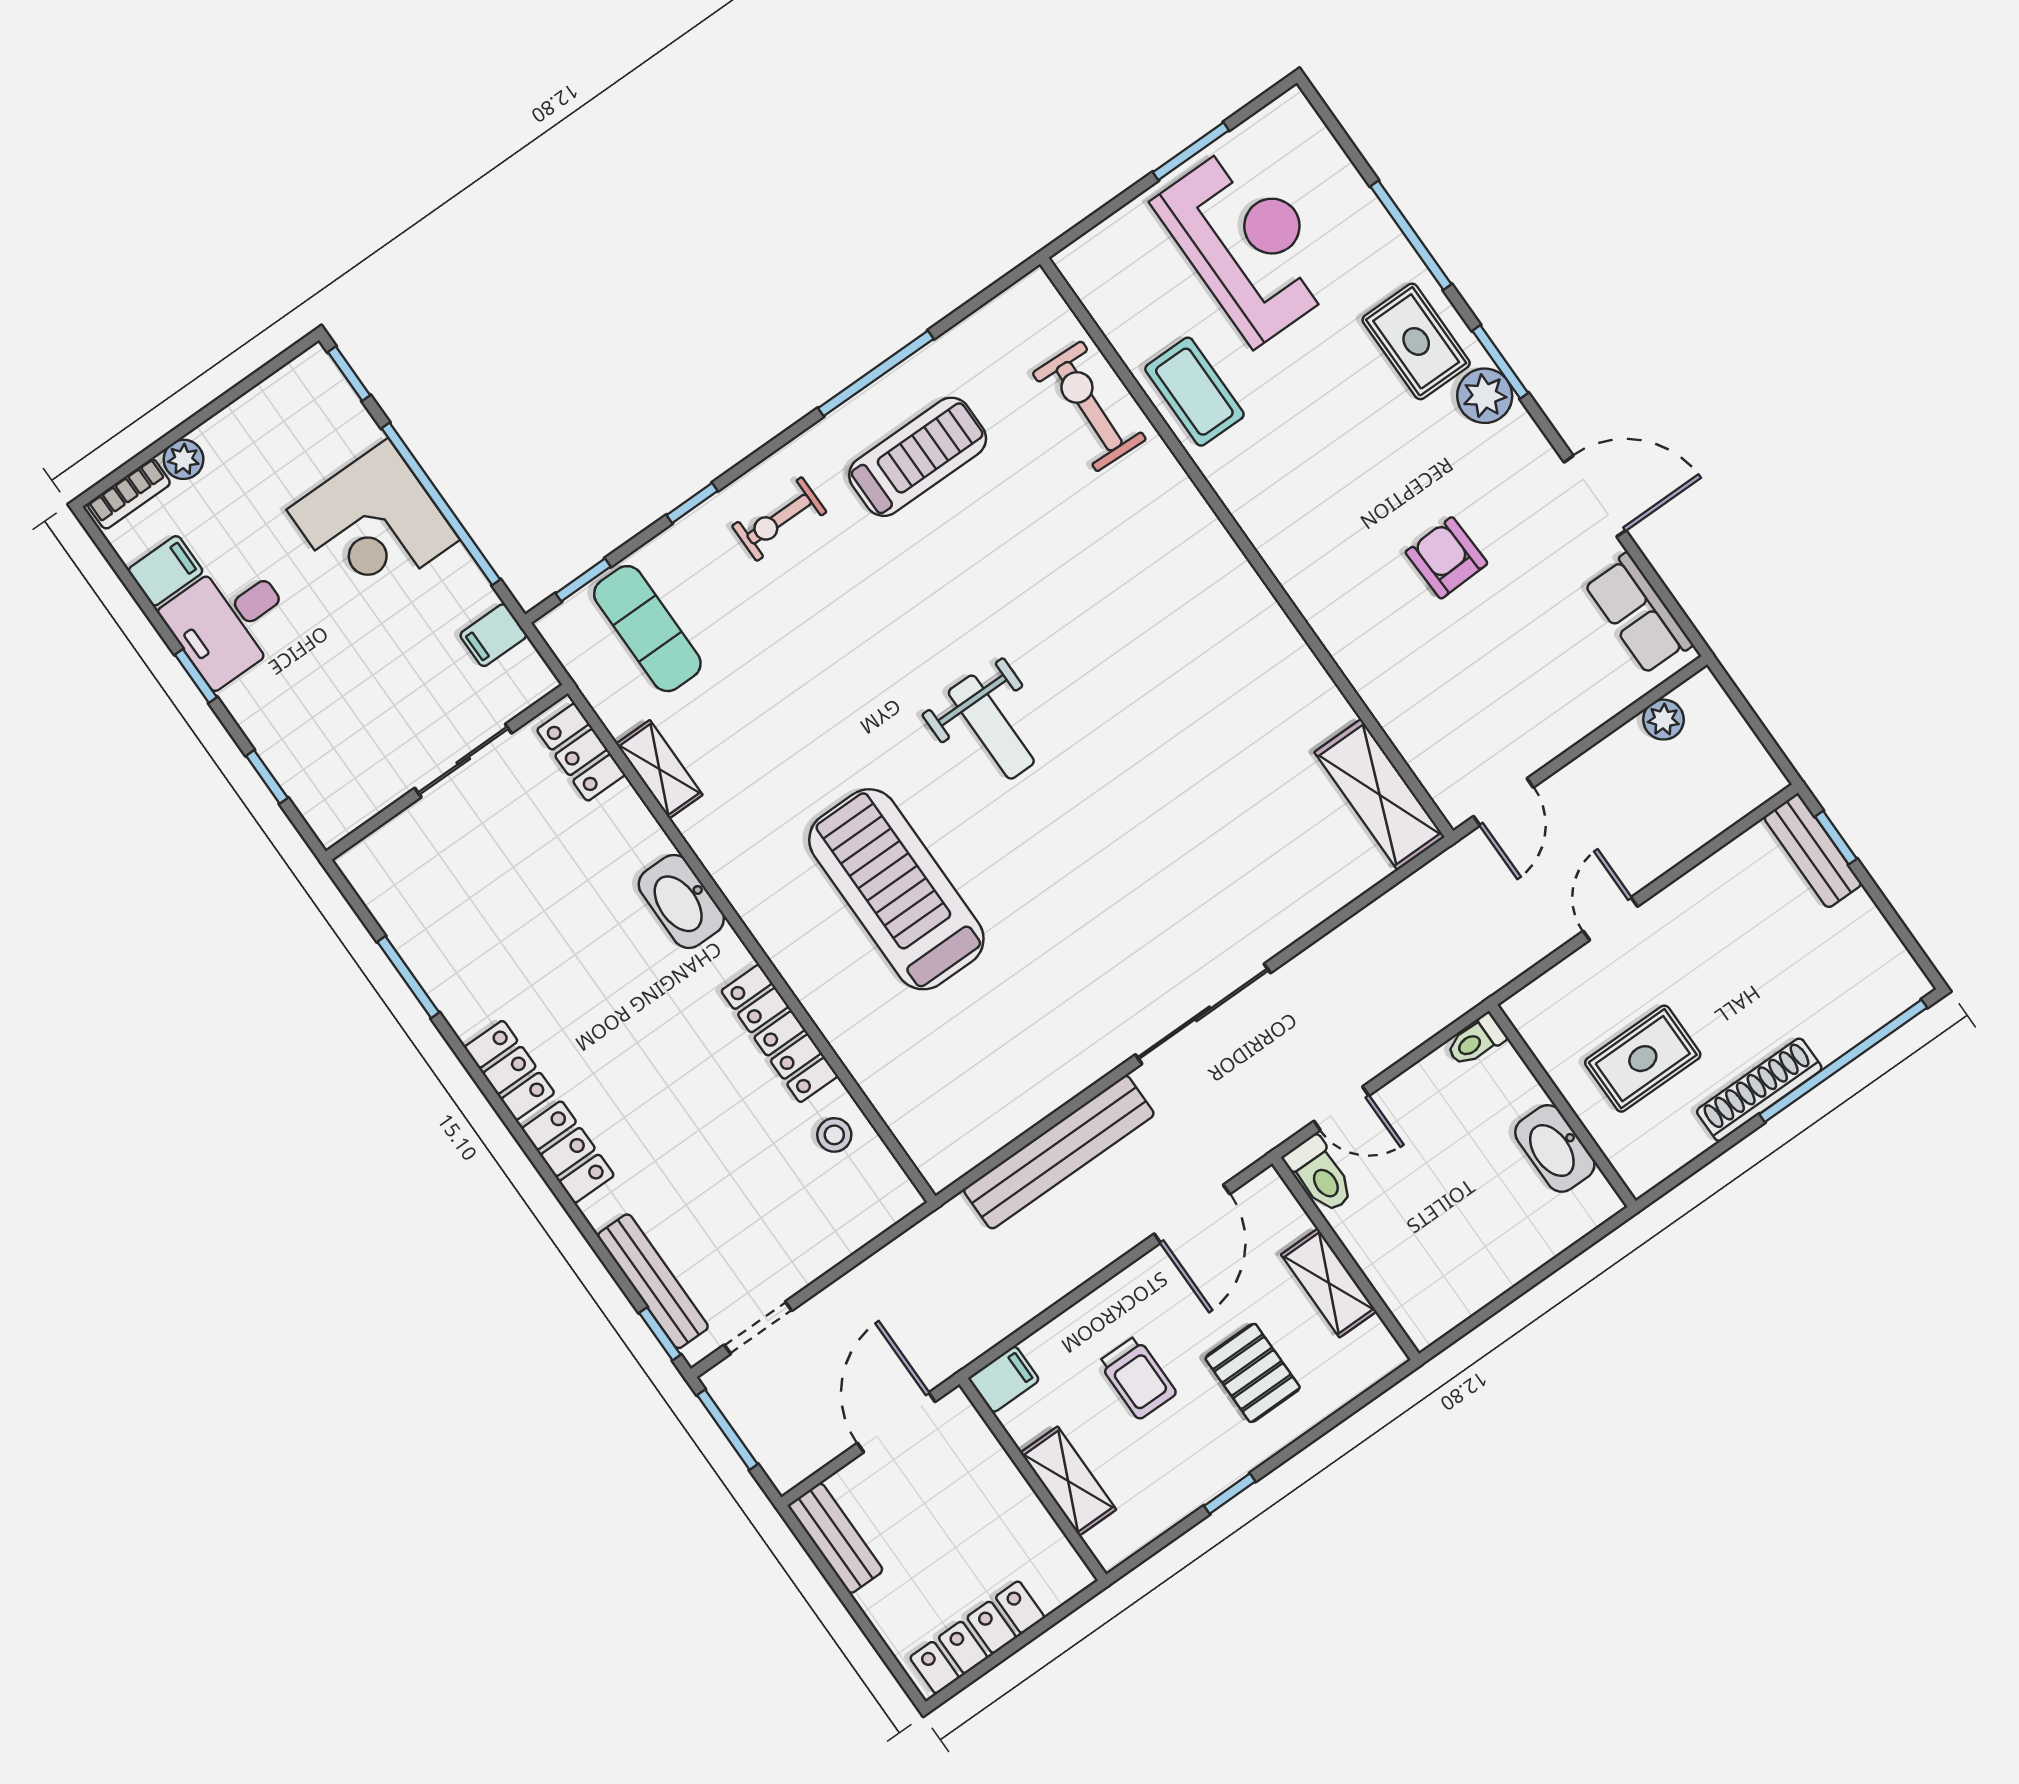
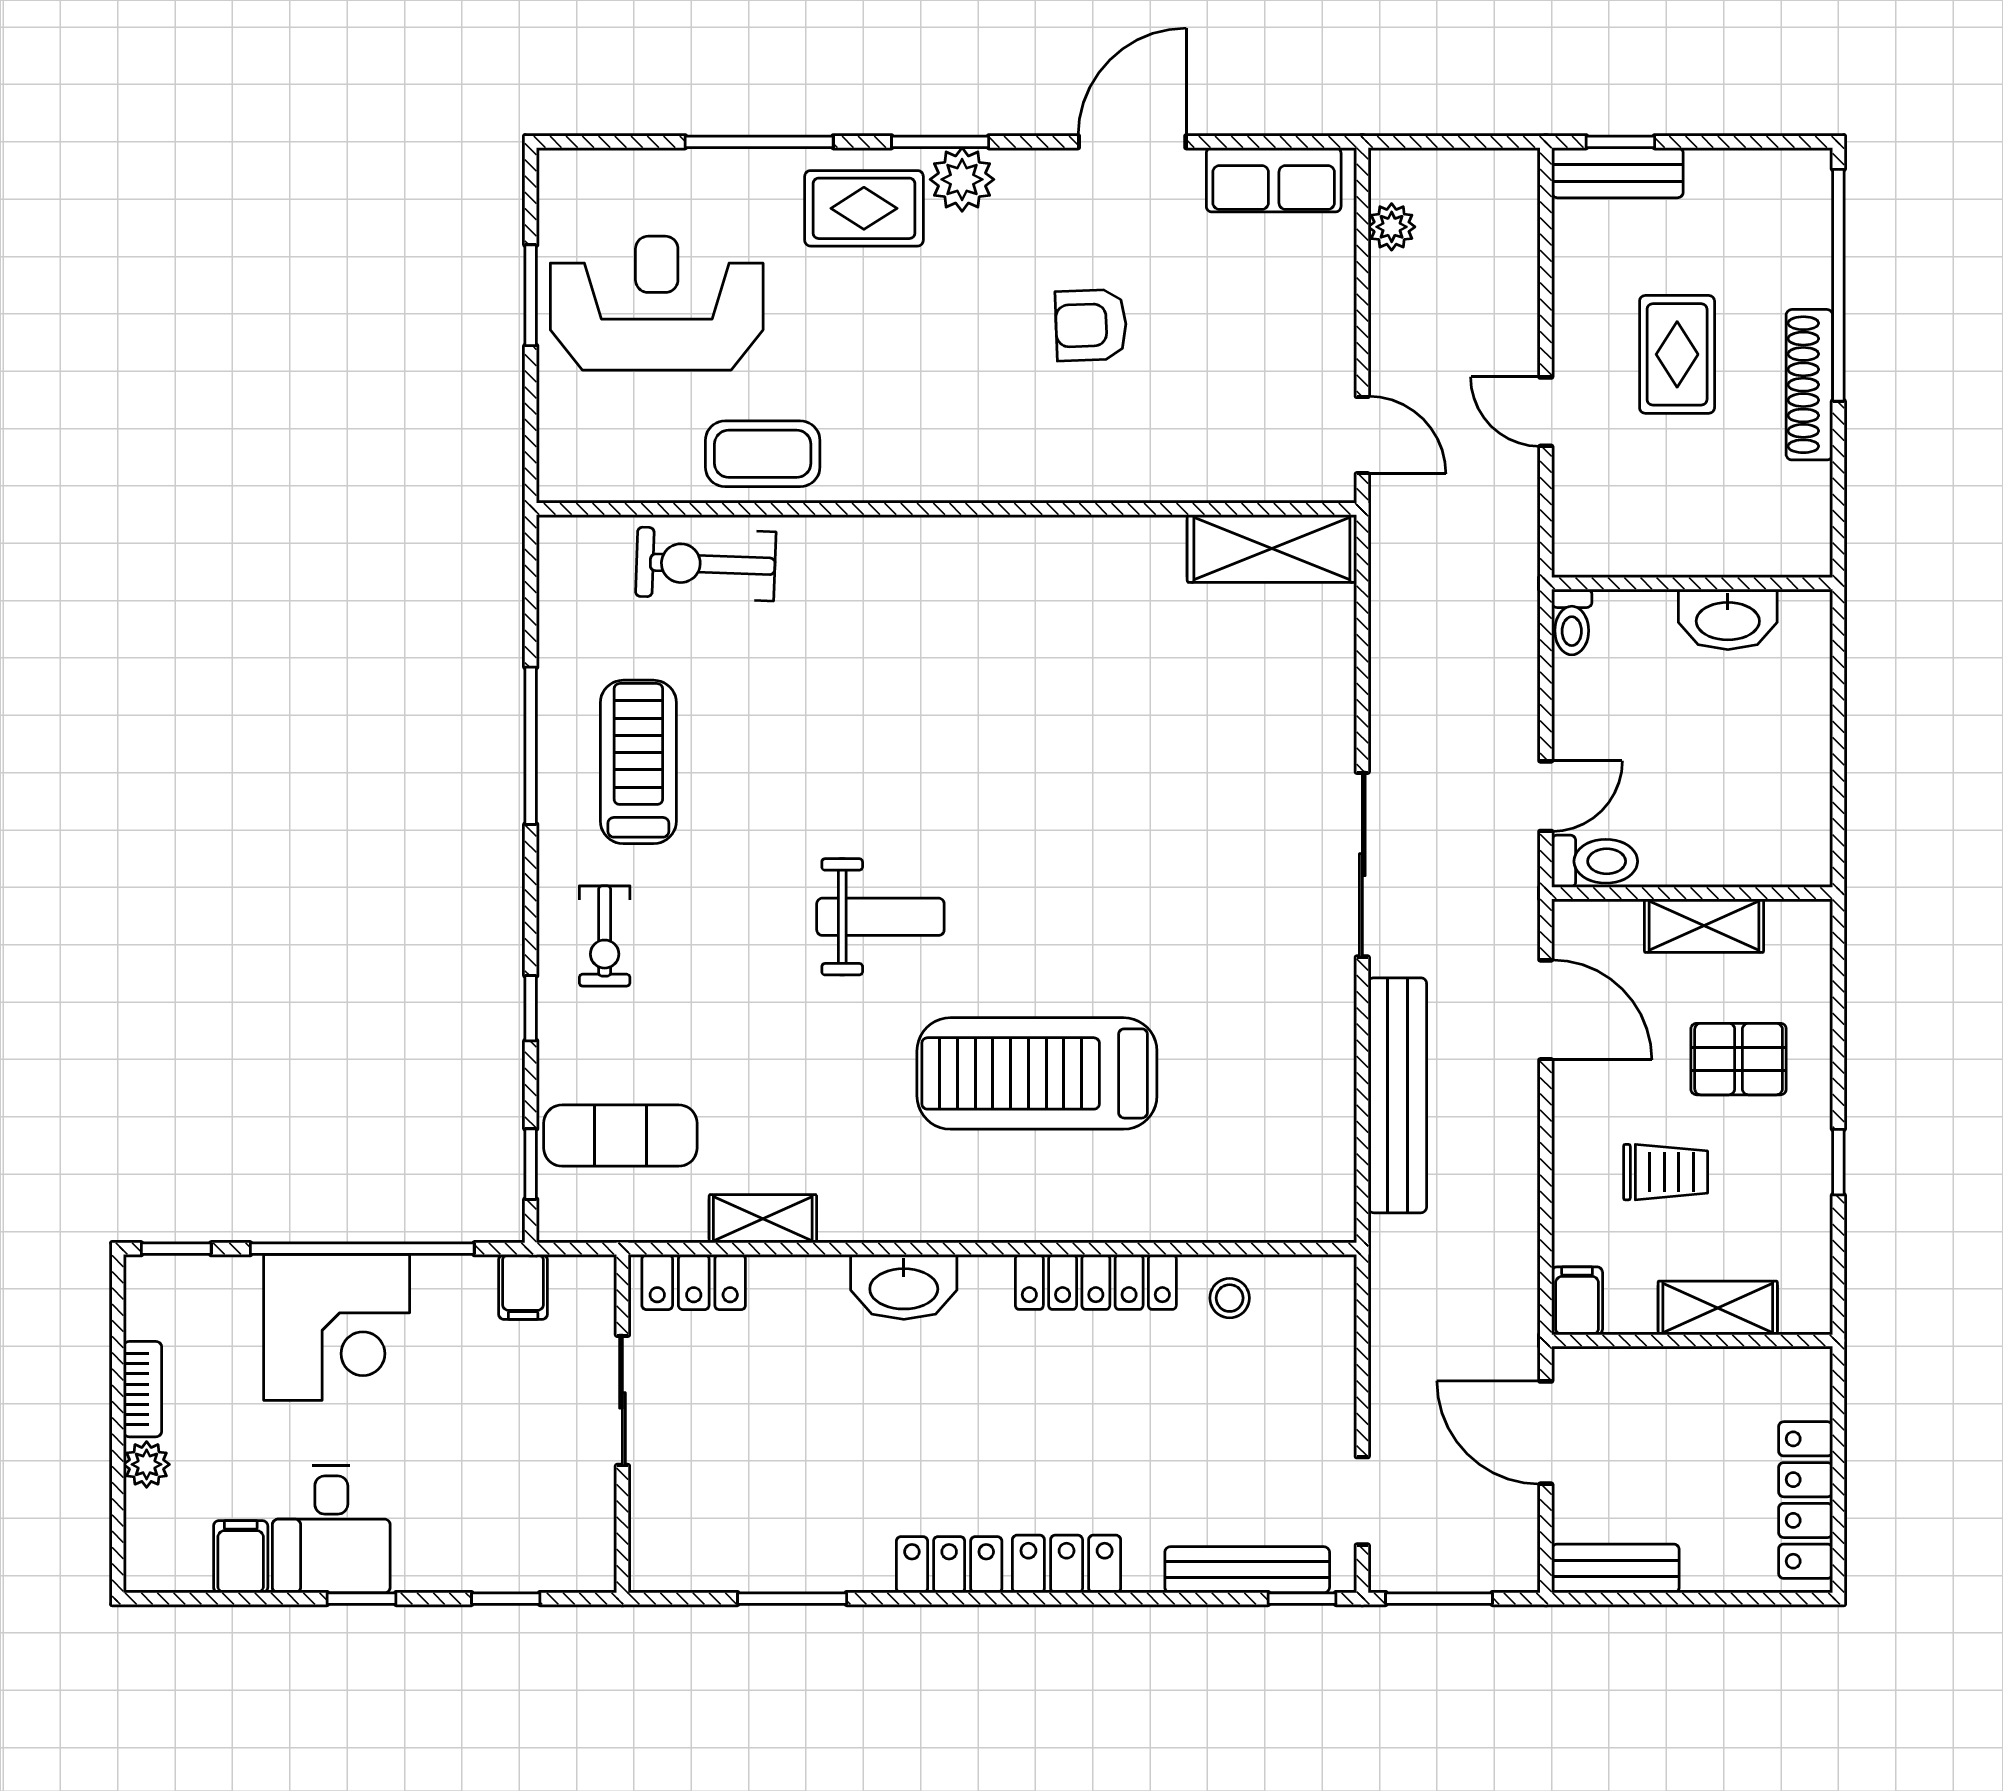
bookcase: (129, 494) -> (143, 1389), moved
weight bench: (991, 727) -> (880, 917), moved
rug: (1643, 1059) -> (1677, 354), moved

